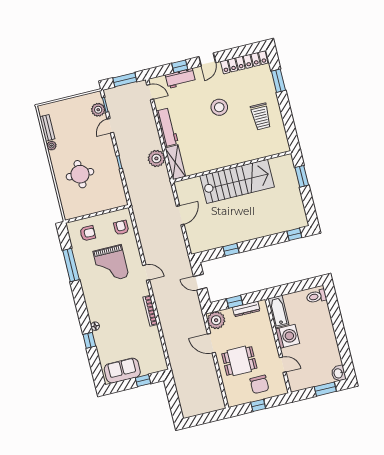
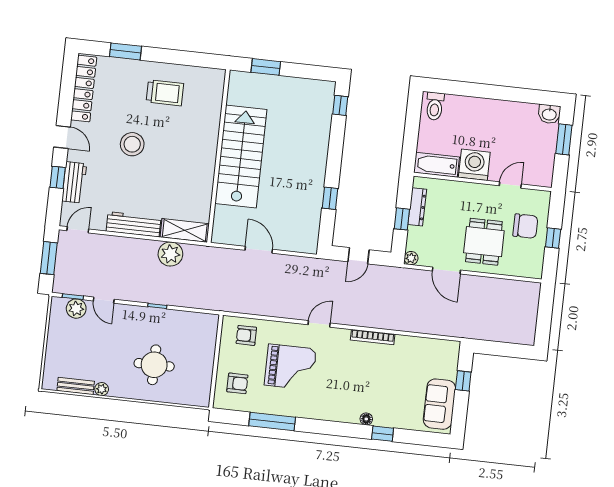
armchair: (88, 233) -> (237, 383), turned 90
plant: (216, 320) -> (411, 258), width x0.53, depth x0.53
door: (211, 343) -> (446, 271), hinge flipped

